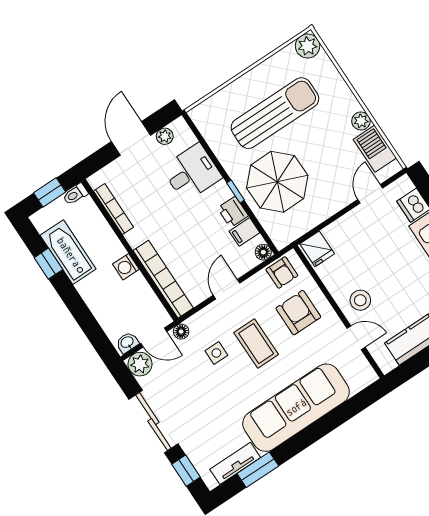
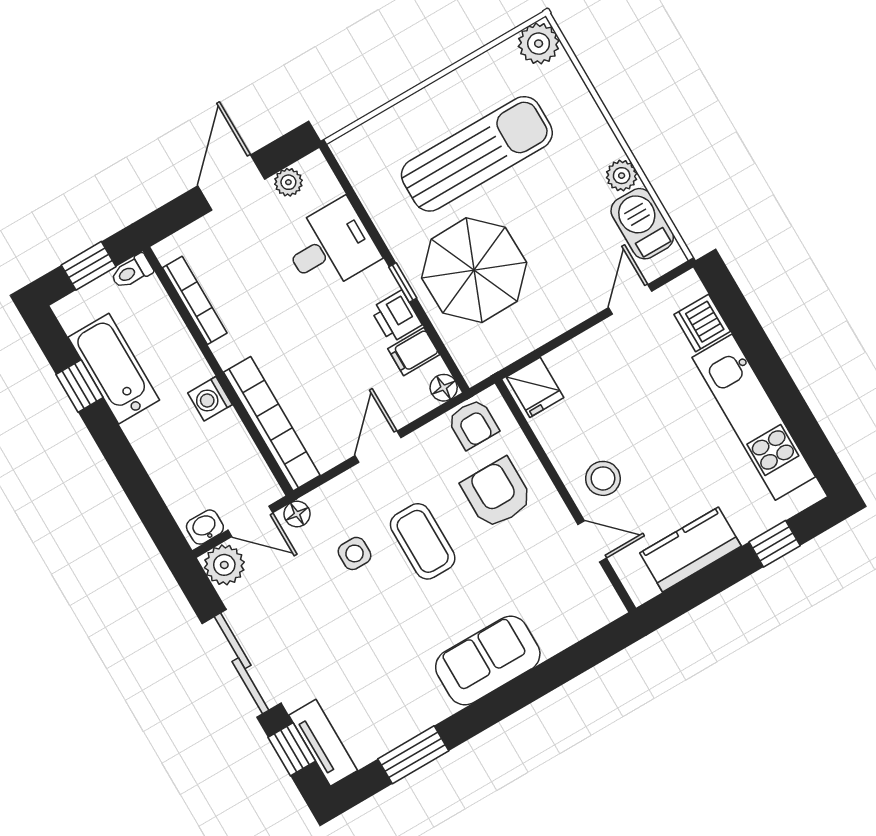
sofa: (296, 408) -> (488, 661), width x0.54, depth x0.79
tv unit: (235, 463) -> (323, 743), moved, turned 90

